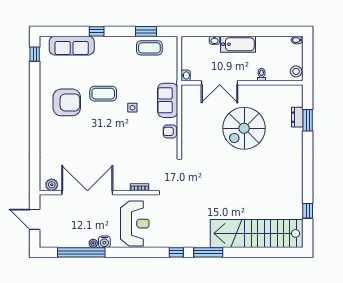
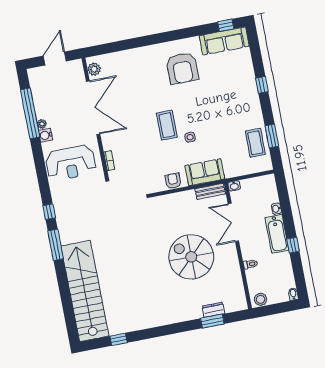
window: (252, 31) -> (293, 245), added
sofa: (72, 46) -> (224, 41), moved, turned -90
coffee table: (103, 94) -> (167, 125), moved
bench: (186, 99) -> (210, 191), added

